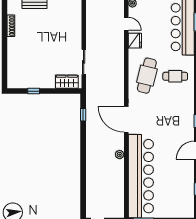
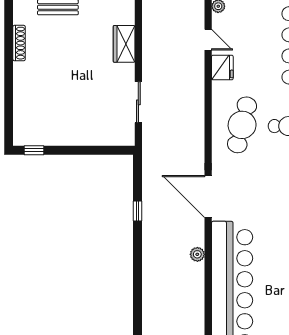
wardrobe: (67, 82) -> (124, 44), moved, turned -90
window: (34, 91) -> (34, 150), moved
window: (83, 115) -> (138, 211), moved

